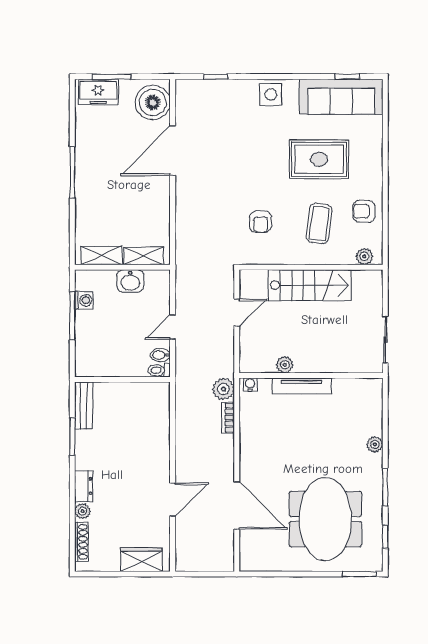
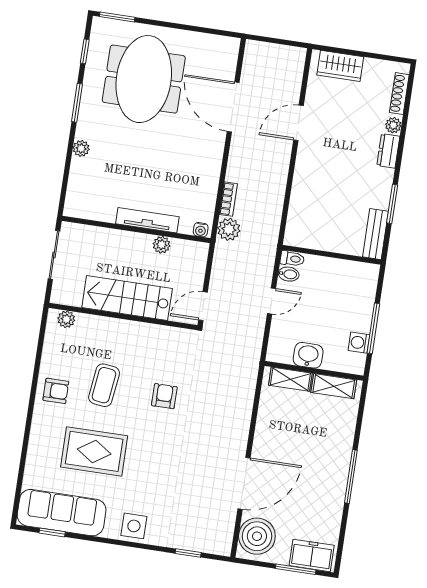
plant: (364, 256) -> (66, 319), moved
wall: (311, 267) -> (123, 316), moved
stairs: (310, 285) -> (127, 298), moved

